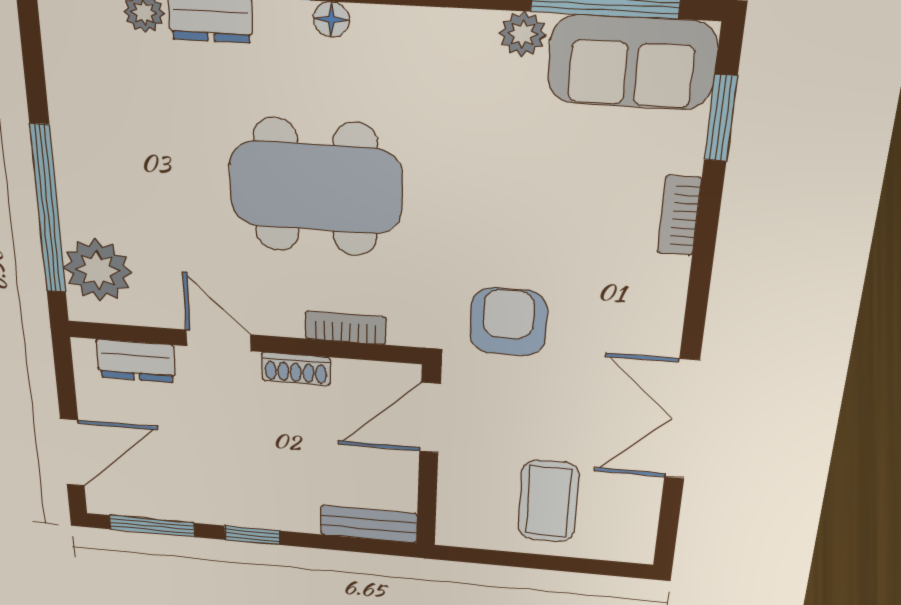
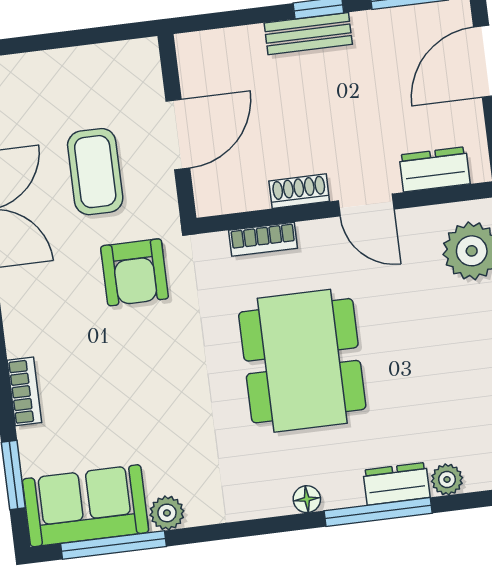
dining table: (316, 187) -> (302, 361), turned 90
door: (430, 418) -> (178, 134), moved
coffee table: (548, 501) -> (95, 172), moved
bench: (369, 524) -> (308, 34), moved

